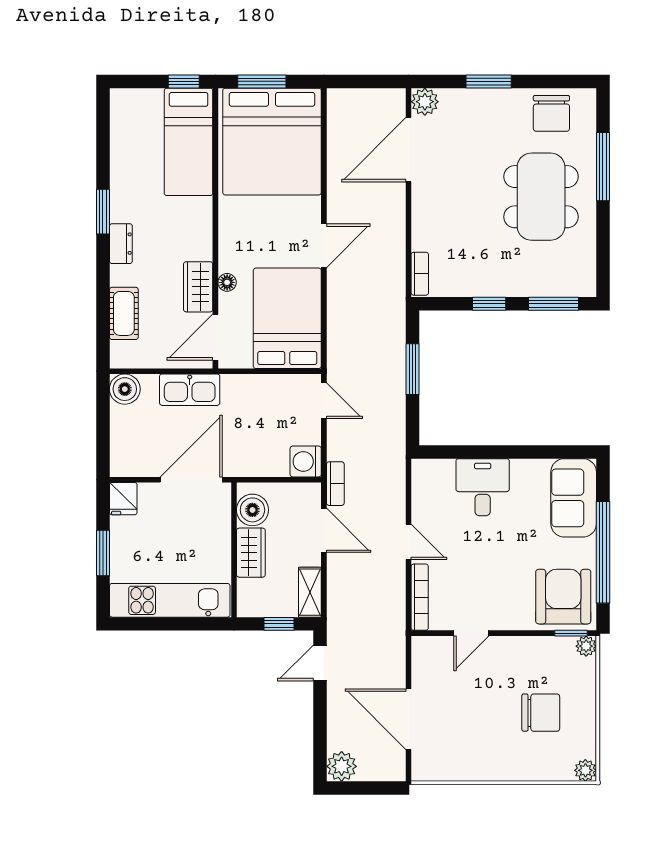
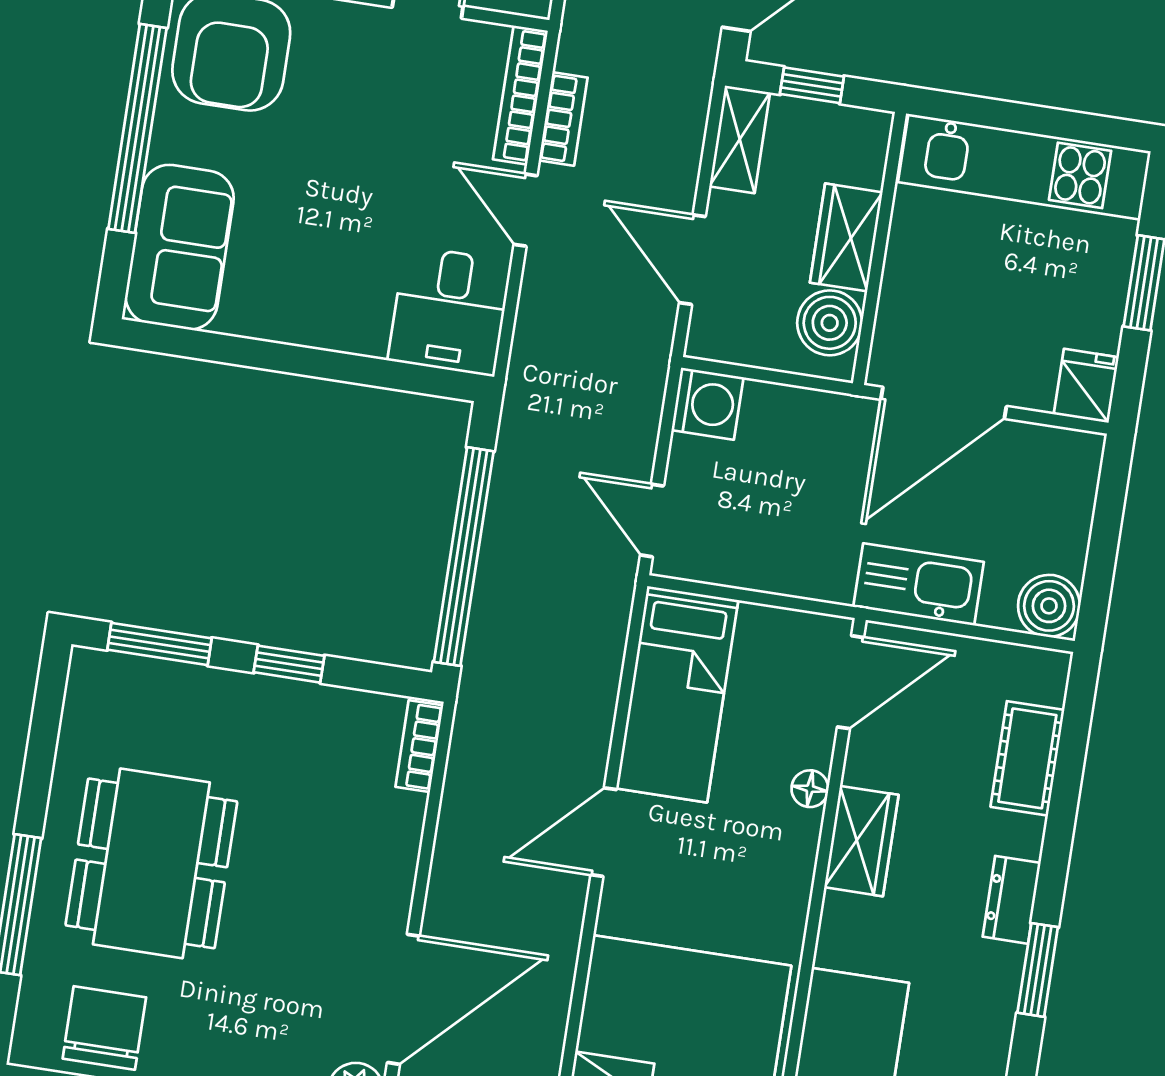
wardrobe: (198, 287) -> (861, 841), moved
bed: (287, 318) -> (677, 694), width x0.67
window: (412, 369) -> (464, 557), width x2.11
bookcase: (335, 484) -> (563, 119), moved, turned 180
desk: (483, 487) -> (450, 311), moved

